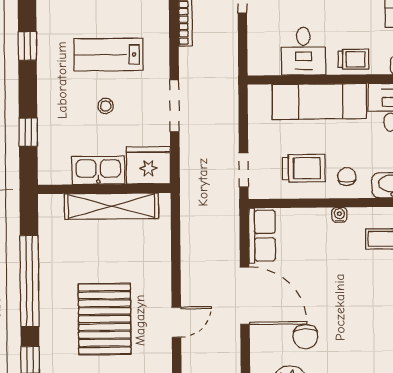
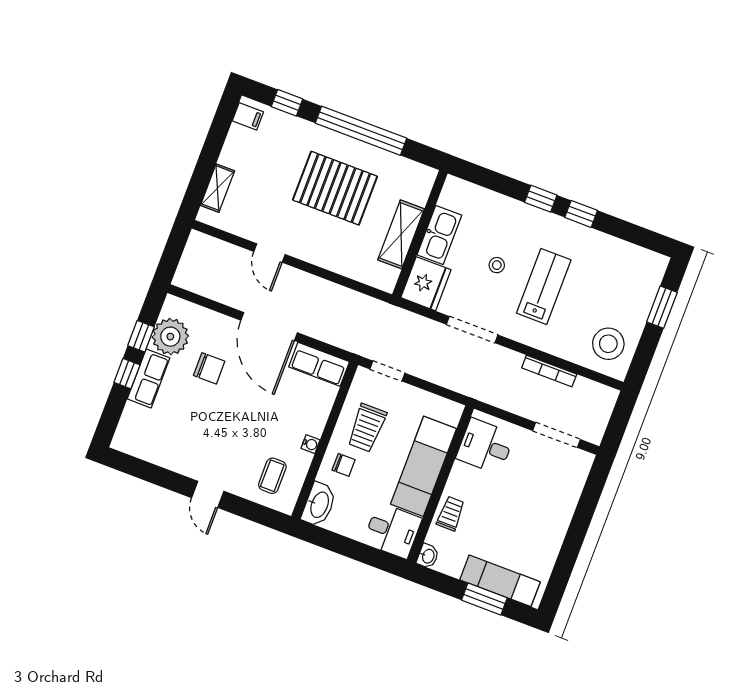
desk: (303, 51) -> (485, 446), moved
trolley: (353, 59) -> (451, 514), turned 180
window: (28, 132) -> (541, 199), moved
shelving: (112, 206) -> (401, 234), width x0.68
door: (245, 296) -> (269, 326), hinge flipped
pallet: (105, 319) -> (335, 188), moved
chair: (305, 337) -> (209, 368), turned 180

